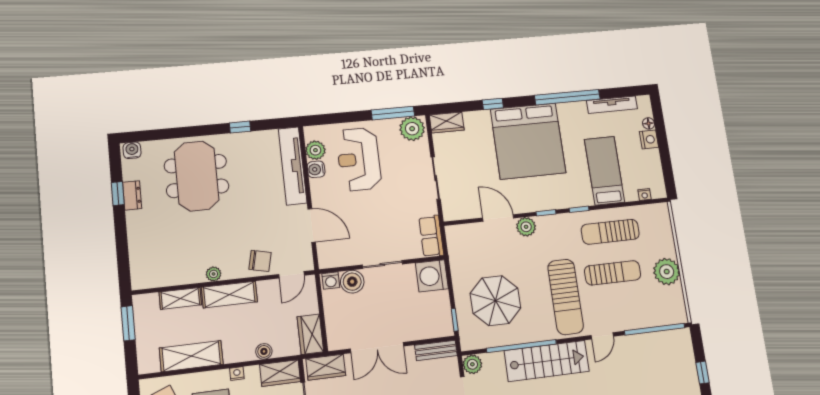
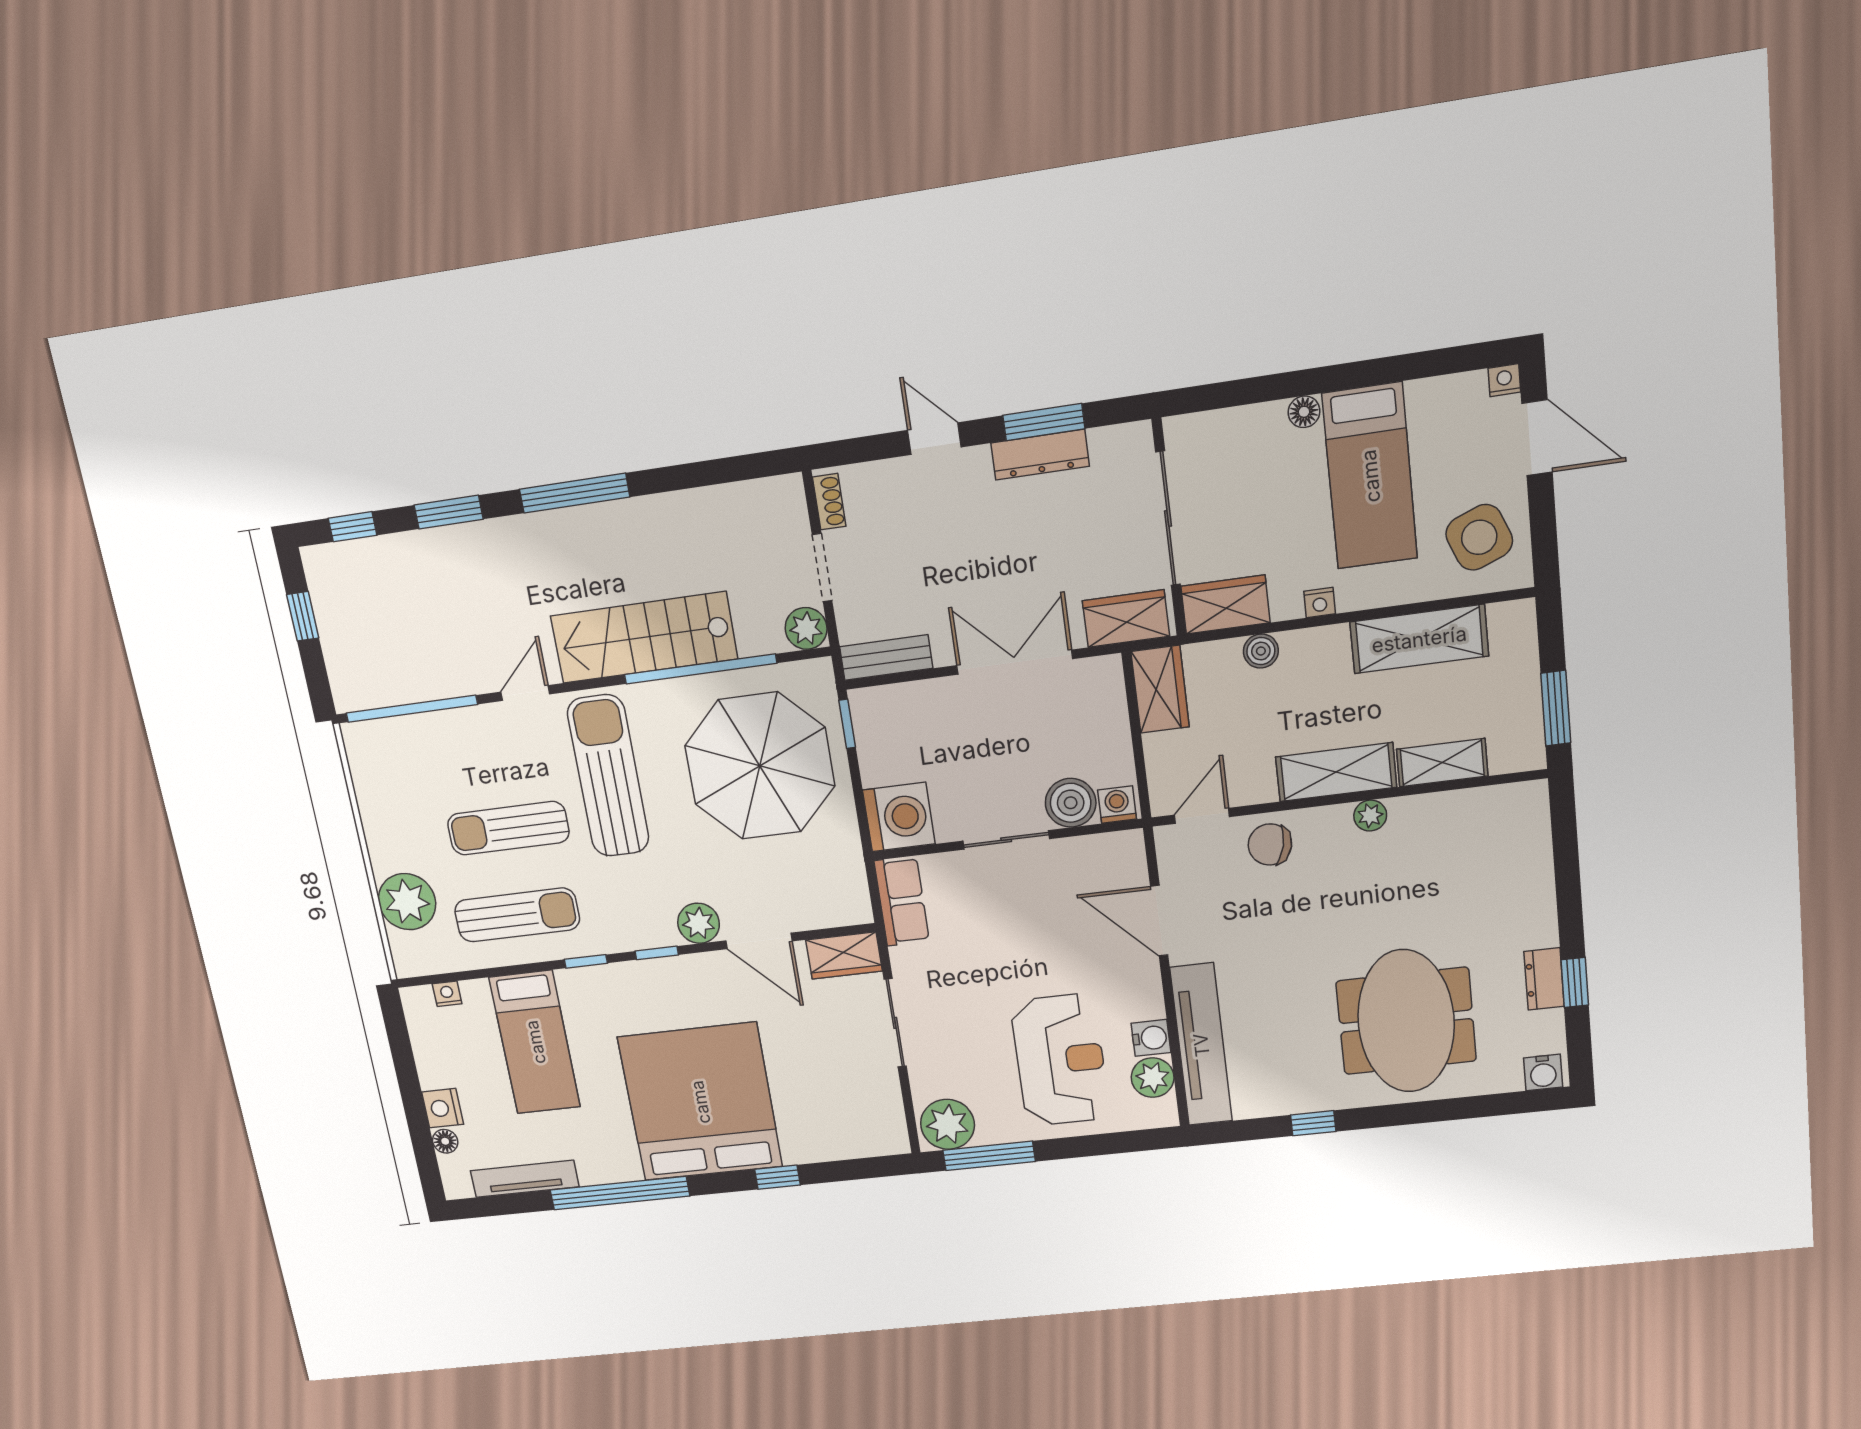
wardrobe: (447, 122) -> (844, 956), moved, turned 180
plant: (667, 272) -> (407, 902), moved
parasol: (495, 301) -> (760, 766), width x1.36, depth x1.36

